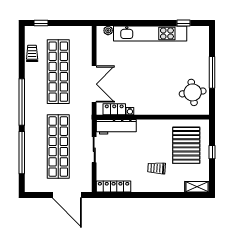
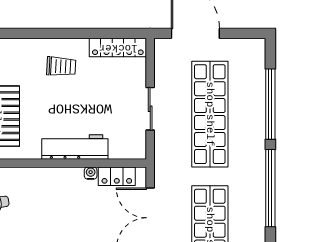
workbench: (116, 127) -> (75, 147), moved
trolley: (157, 168) -> (61, 66), moved

